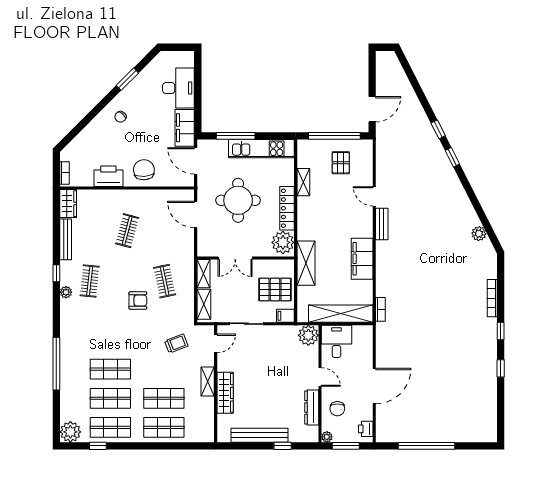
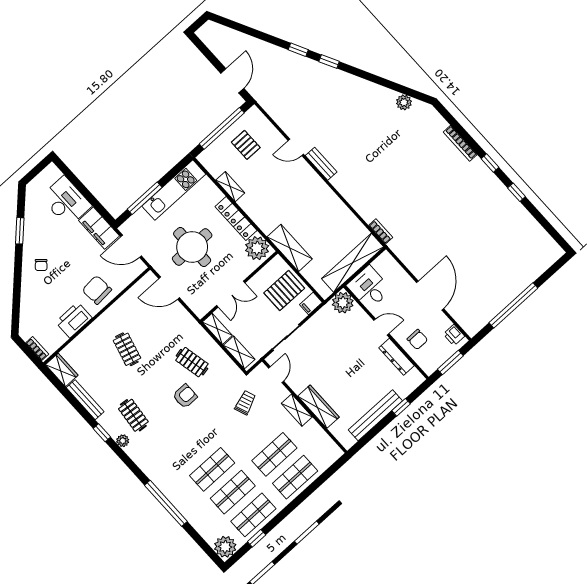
filing cabinet: (362, 259) -> (331, 205), removed
plant: (327, 437) -> (429, 369), removed

